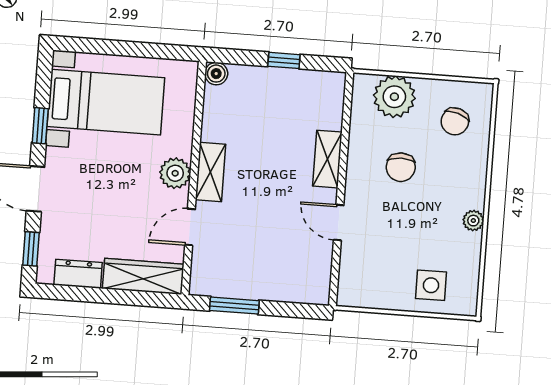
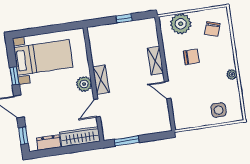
boiler: (216, 74) -> (93, 32), removed
chair: (401, 167) -> (191, 57), turned -90

